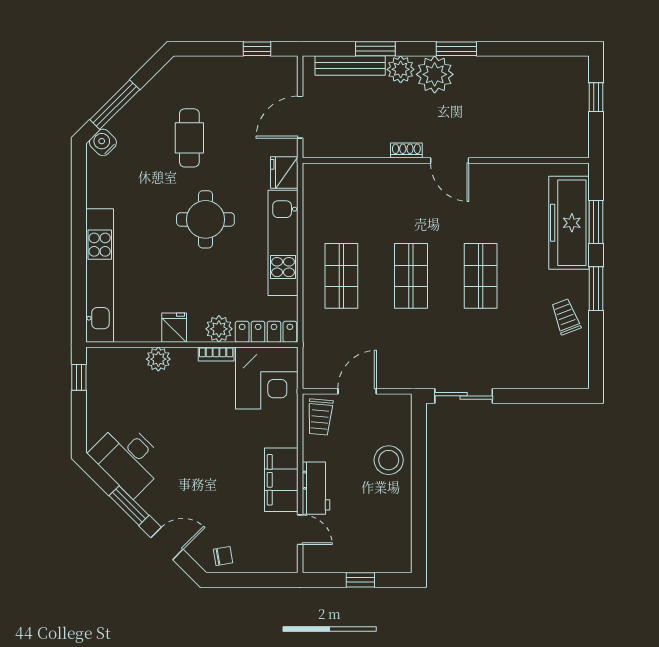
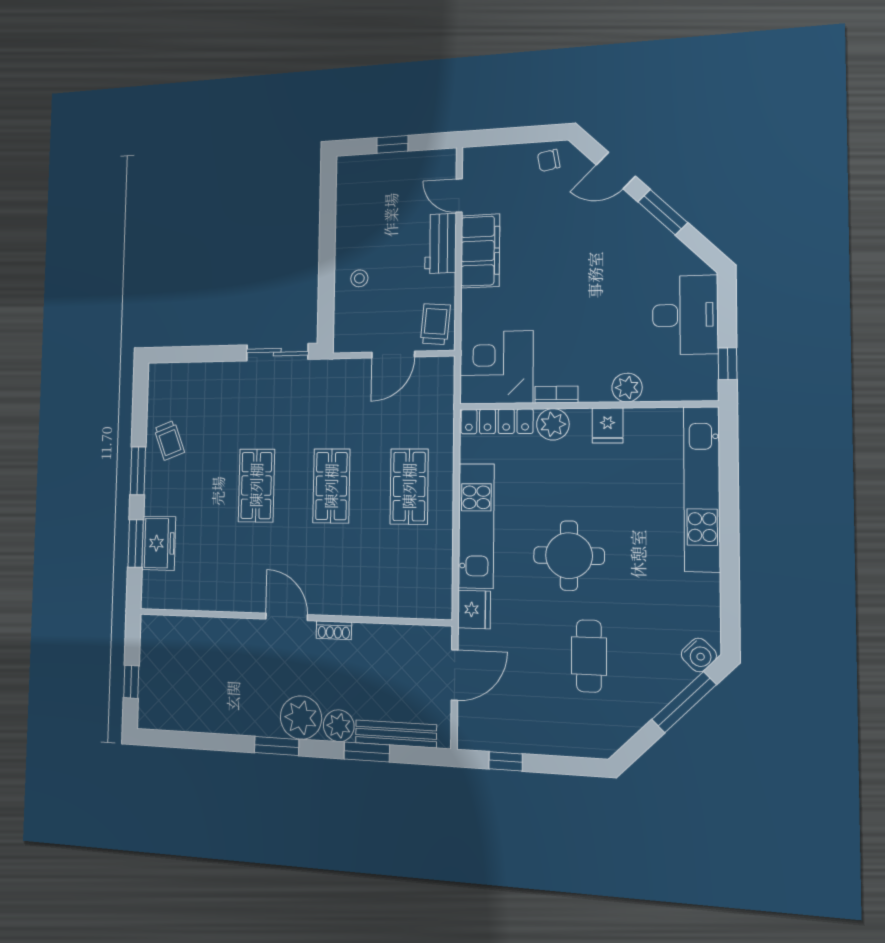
freezer: (569, 223) -> (159, 543), width x0.52, depth x0.79
desk: (128, 458) -> (685, 315), moved, turned 45
stool: (389, 460) -> (359, 278), width x0.53, depth x0.53

